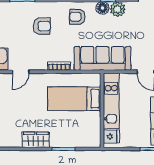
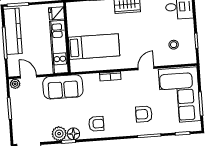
armchair: (42, 26) -> (144, 114), moved
sofa: (103, 58) -> (63, 87), width x0.73

